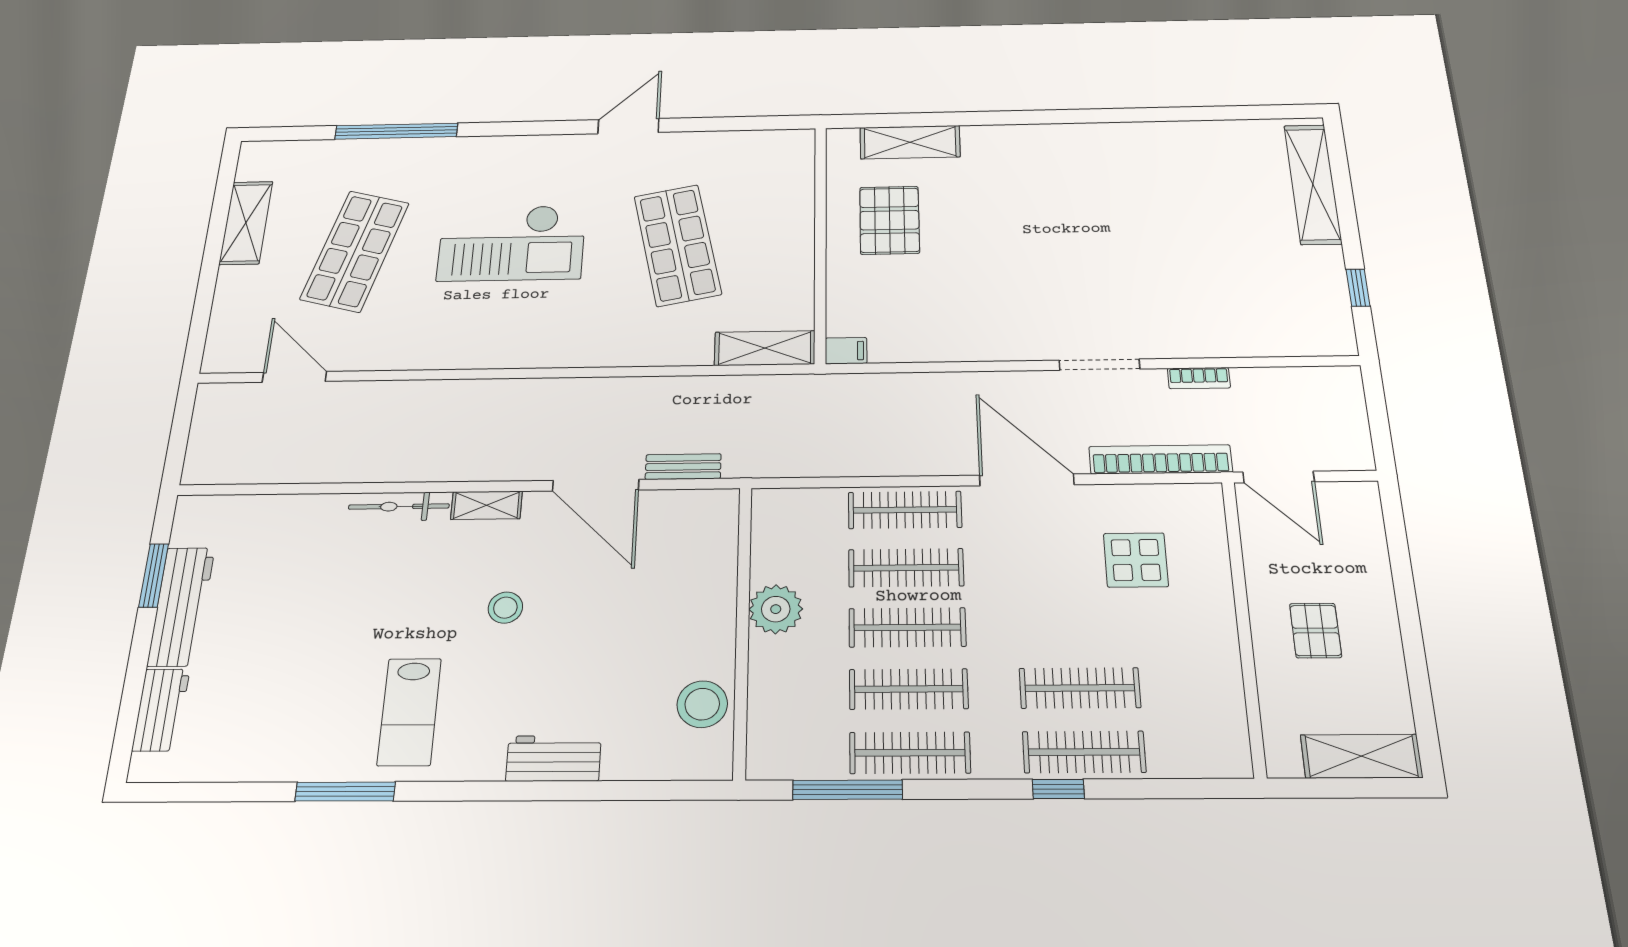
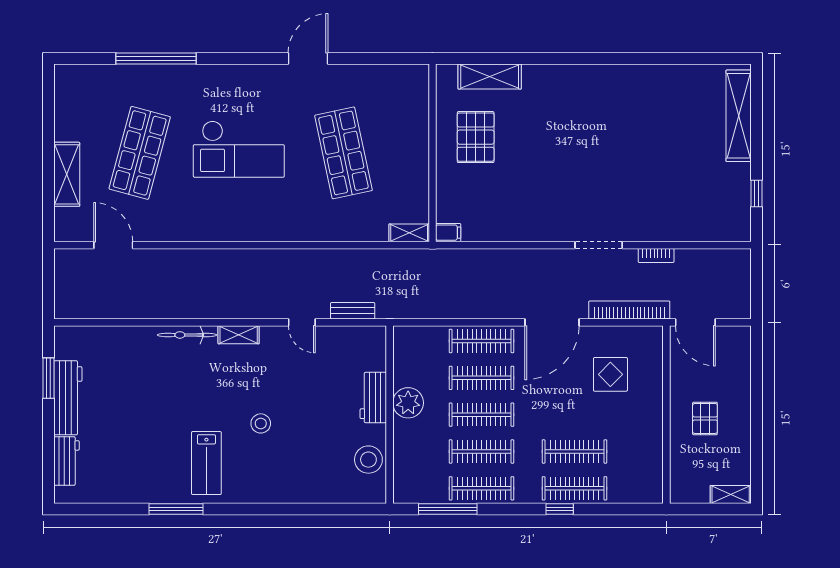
shelving: (246, 223) -> (67, 174), moved
shelving: (765, 348) -> (409, 233), width x0.67, depth x0.75
door: (1027, 480) -> (552, 322), swing flipped
door: (596, 485) -> (302, 322), width x0.53
stool: (505, 608) -> (261, 423), moved
shelving: (1361, 756) -> (731, 494), width x0.67, depth x0.75
workbench: (553, 758) -> (373, 398), moved, turned -90

